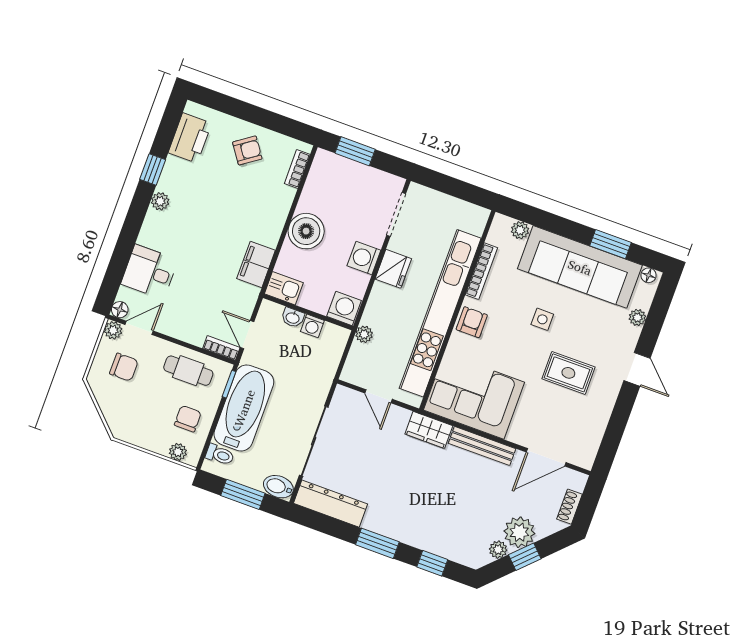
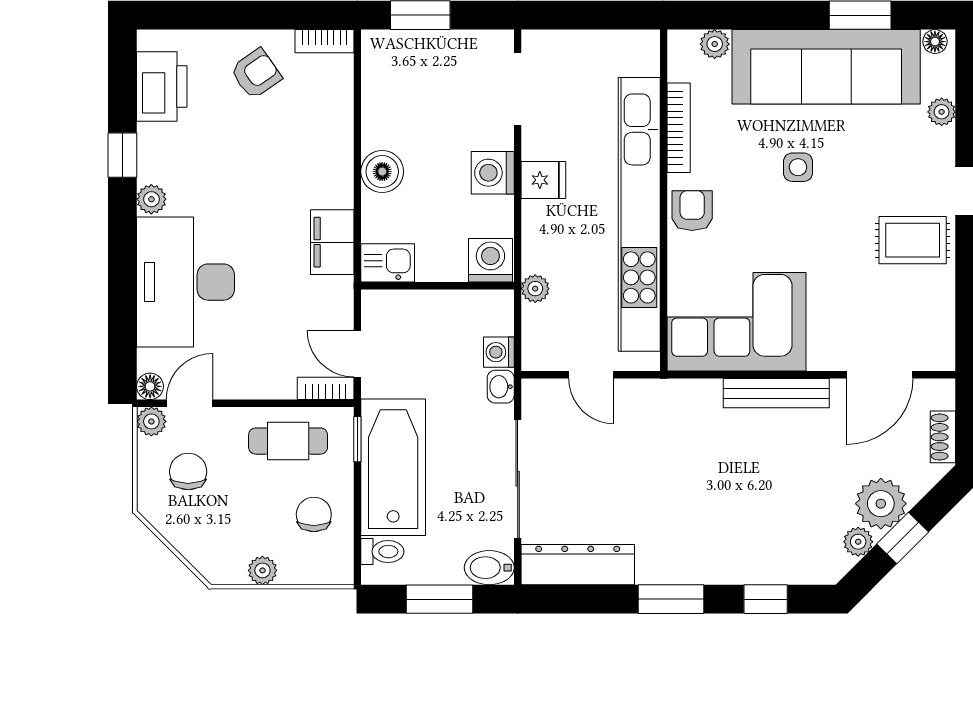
bookcase: (297, 169) -> (325, 41), moved, turned -90
boiler: (306, 231) -> (382, 172), width x0.73, depth x0.73
fridge: (393, 269) -> (543, 180), width x0.72
desk: (149, 272) -> (186, 282), width x1.87, depth x1.30
washbasin: (293, 318) -> (501, 387), moved, turned 90
washing machine: (312, 326) -> (499, 352), moved, turned 90
chair: (124, 367) -> (188, 472), turned -90
rug: (568, 373) -> (913, 240), moved
wardrobe: (429, 430) -> (687, 398), removed
plant: (178, 452) -> (262, 570), moved

